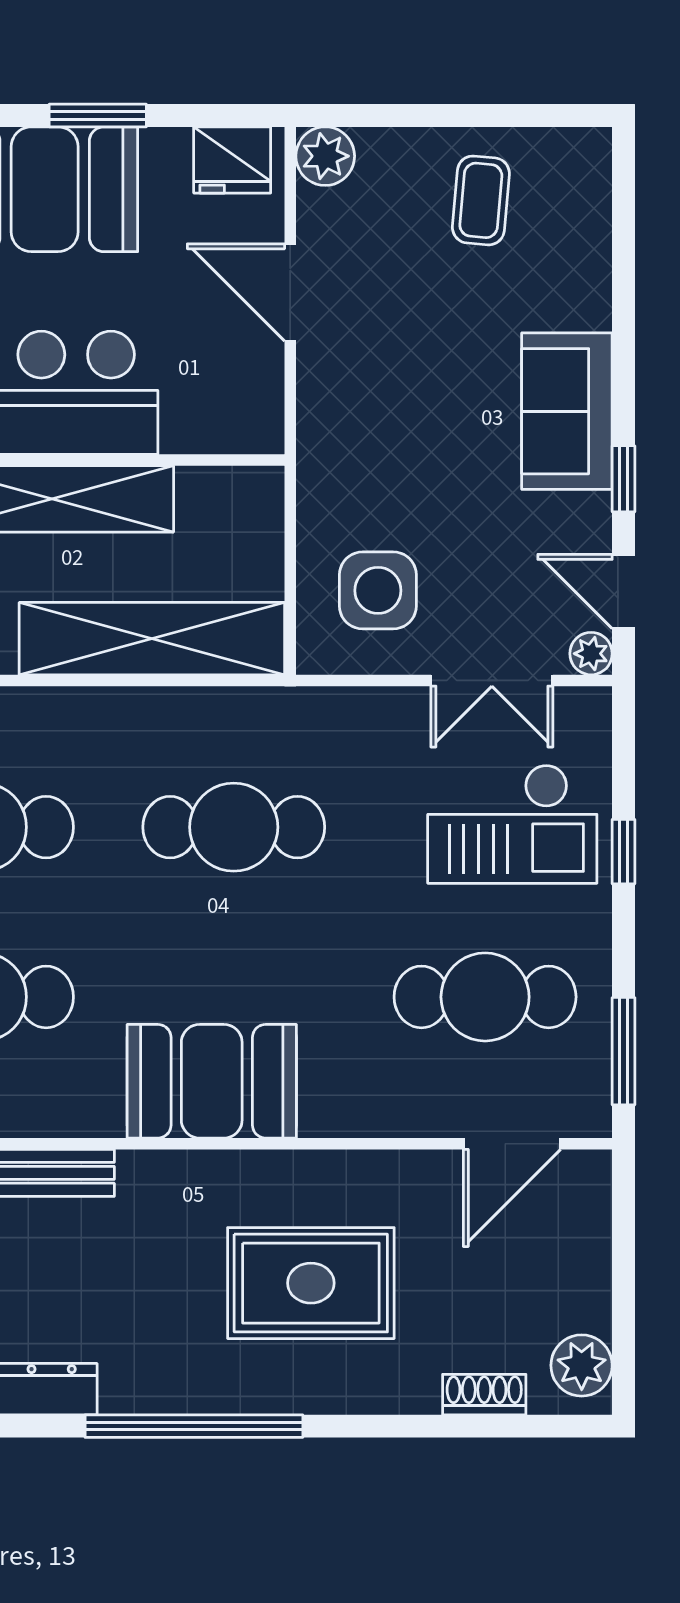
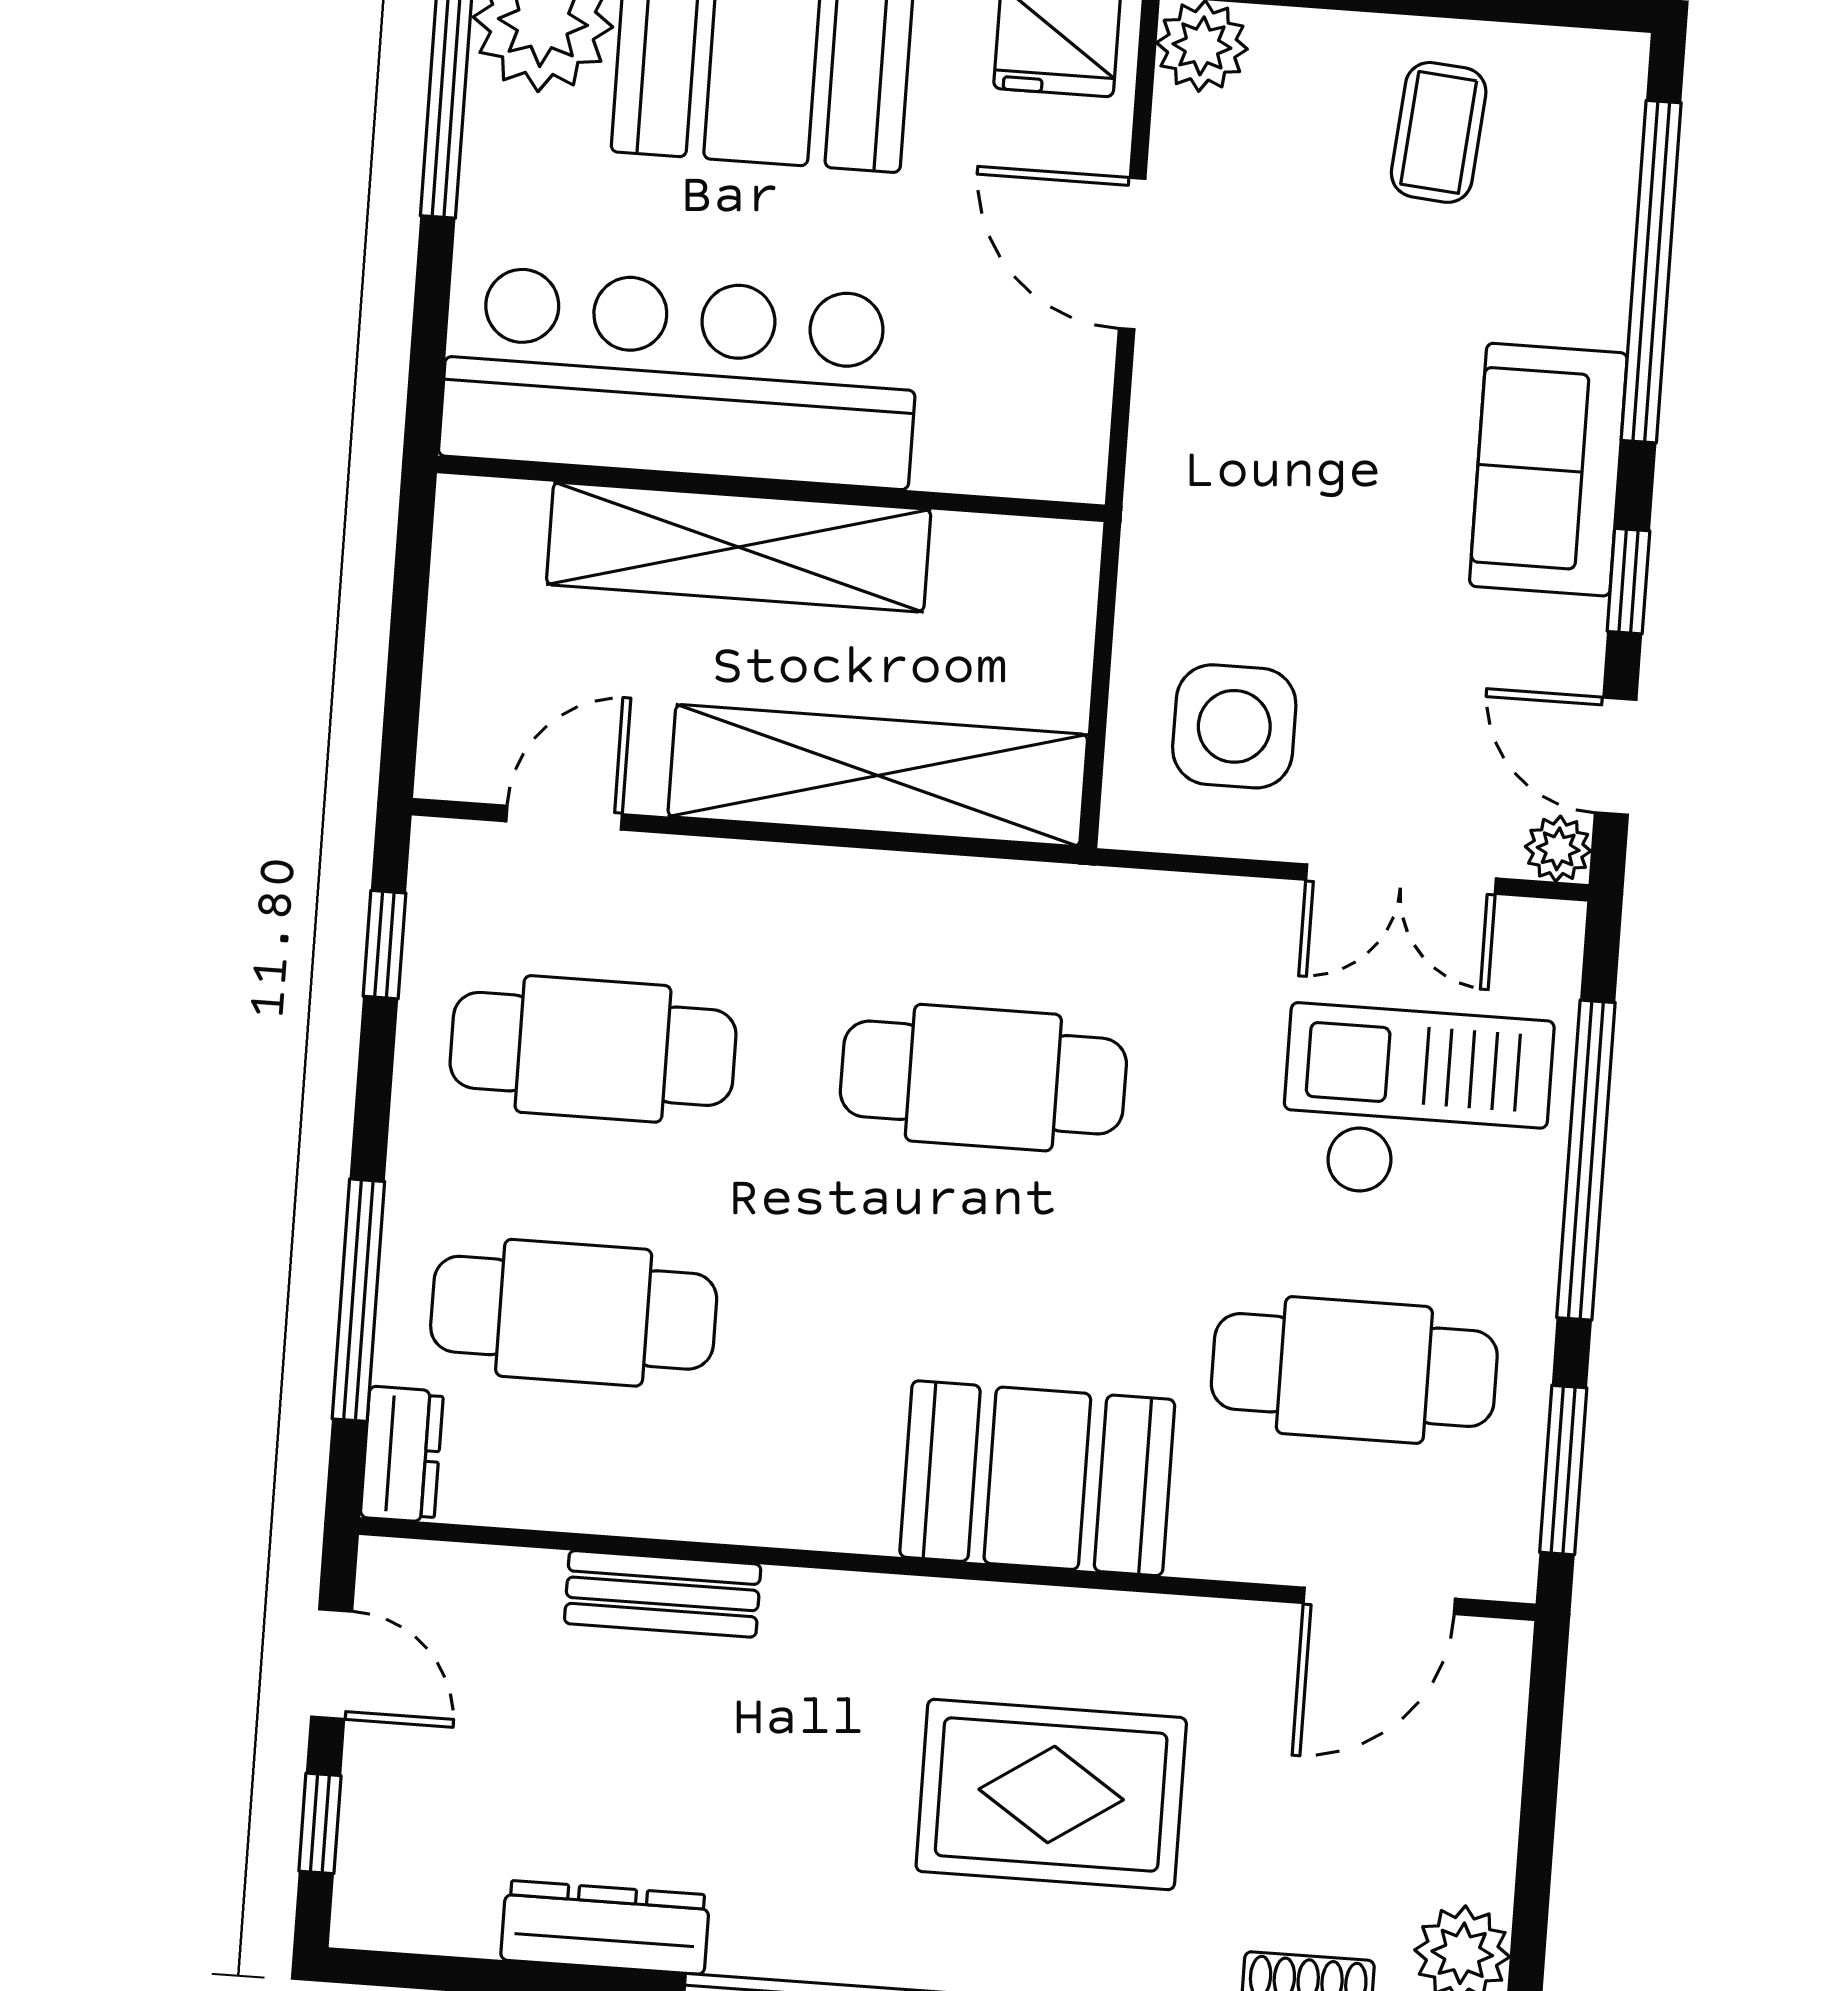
window: (624, 280) -> (1651, 272), added
checkout: (512, 824) -> (1416, 1104), turned 180
window: (624, 852) -> (1586, 1160), width x3.17
booth: (212, 1081) -> (1037, 1478), moved

